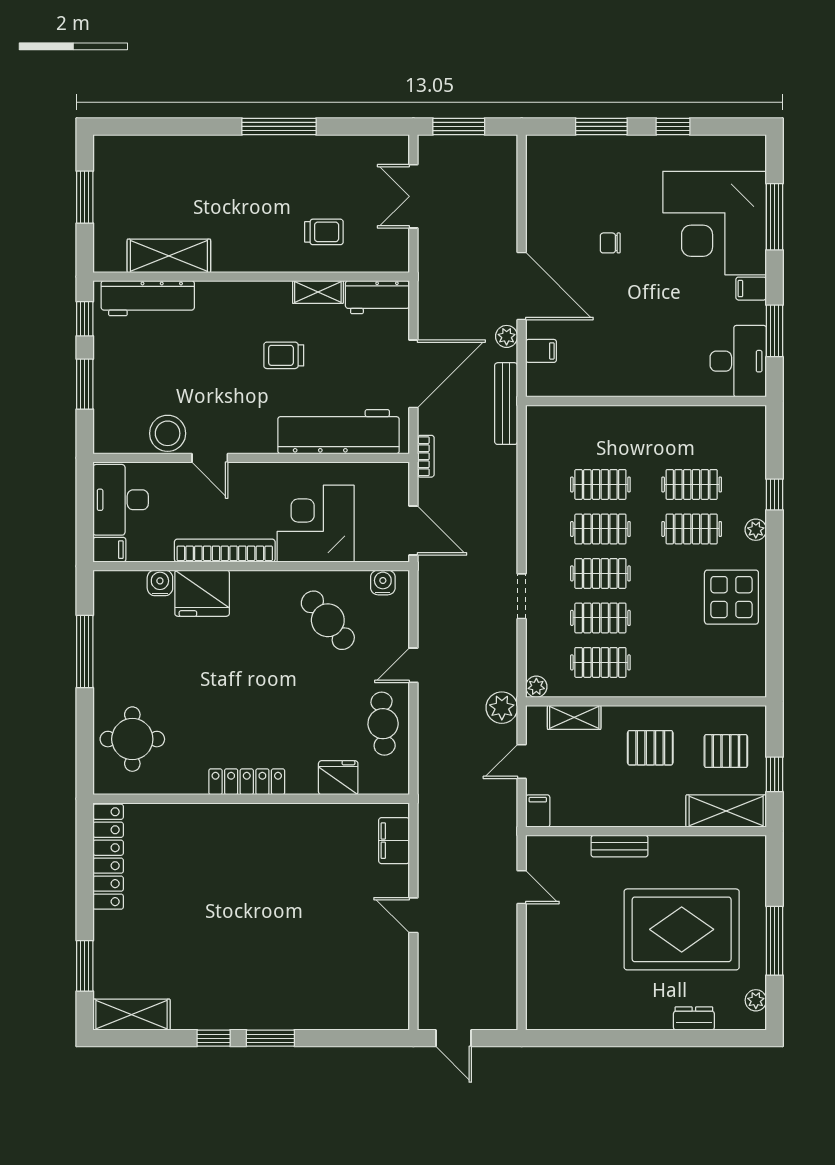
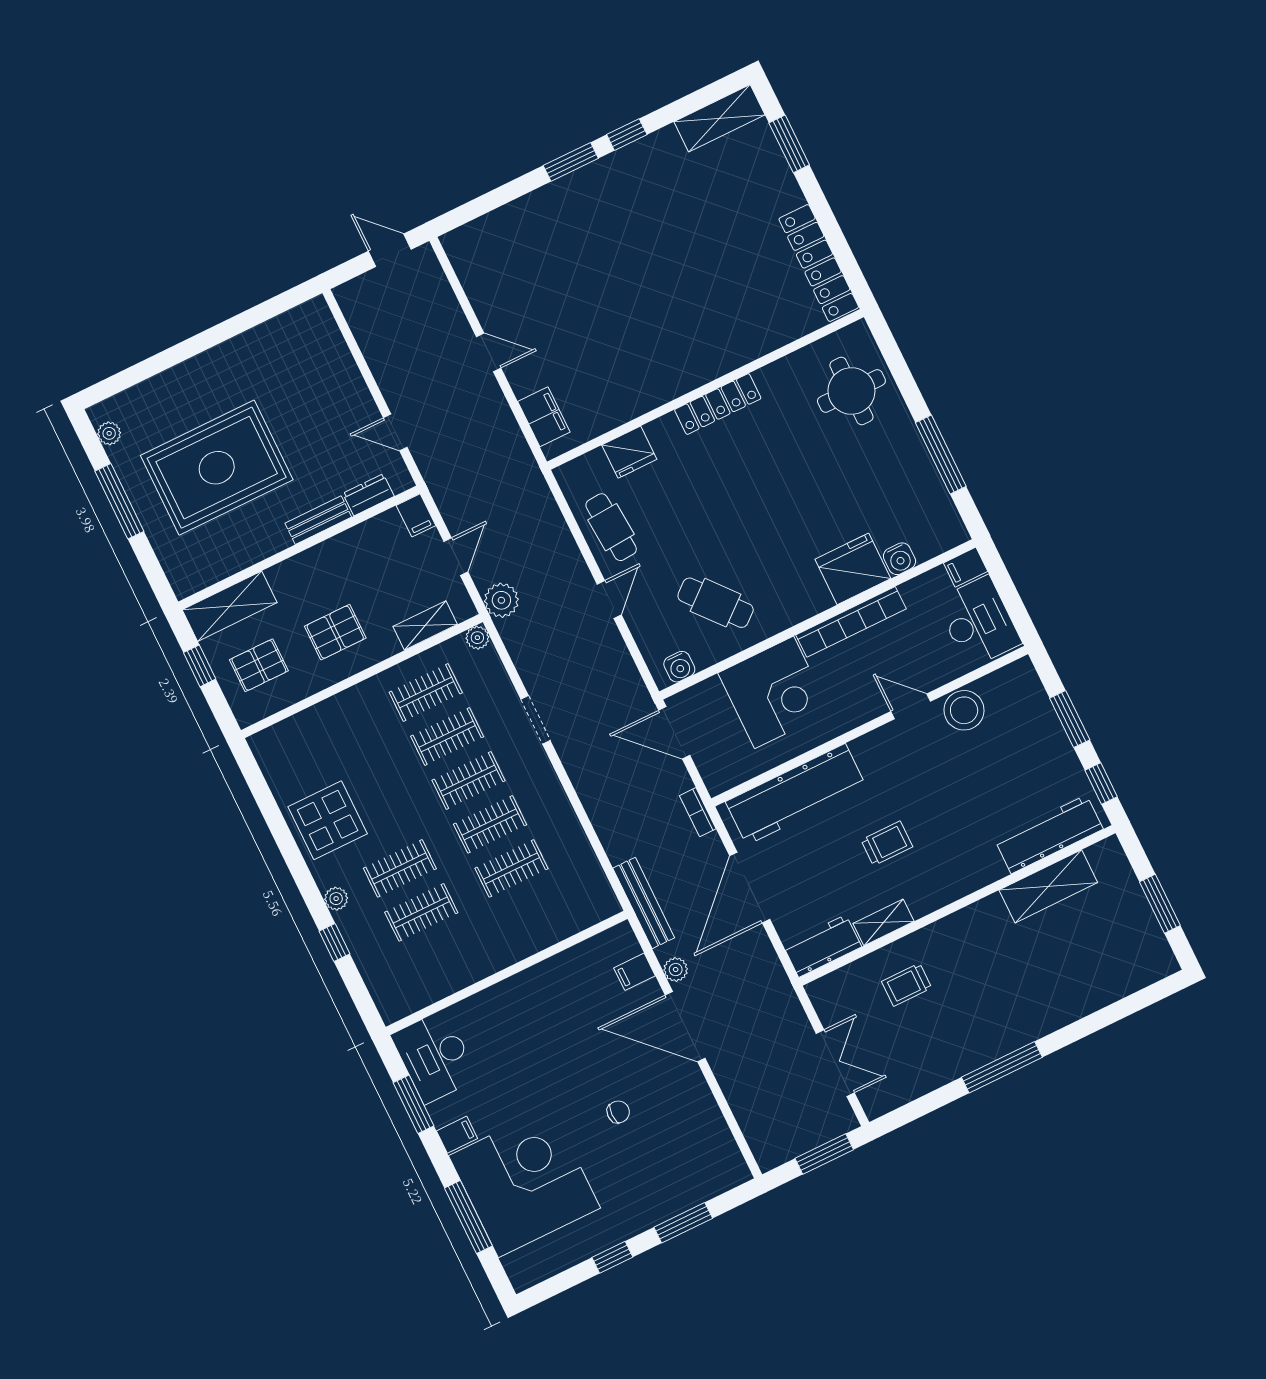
dresser: (694, 1018) -> (369, 495), moved, turned 180

